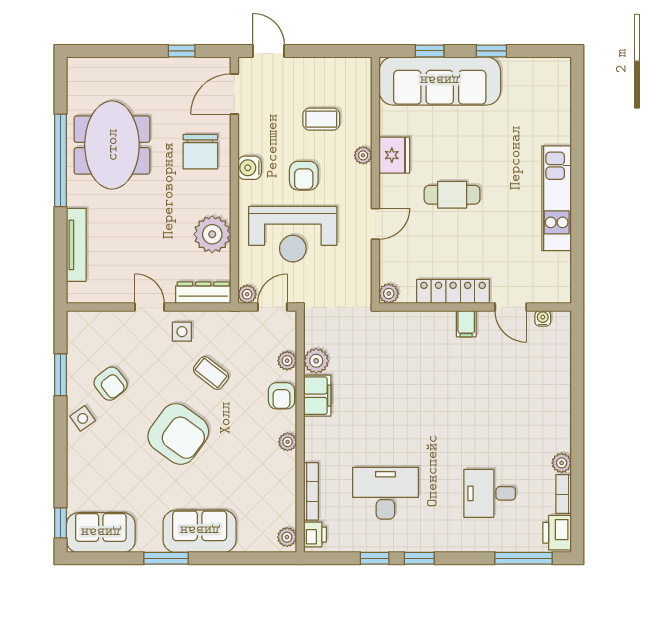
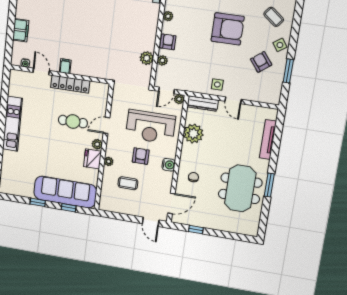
chair: (200, 152) -> (193, 177), width x0.54, depth x0.54
window: (61, 160) -> (269, 185), width x0.47
cafe table: (452, 195) -> (73, 122), moved
reception desk: (293, 234) -> (150, 127), turned 180
plant: (389, 293) -> (97, 144), moved
coffee table: (211, 373) -> (274, 17), moved
filing cabinet: (317, 396) -> (21, 30), moved, turned 180
armchair: (178, 434) -> (228, 29), turned 144

